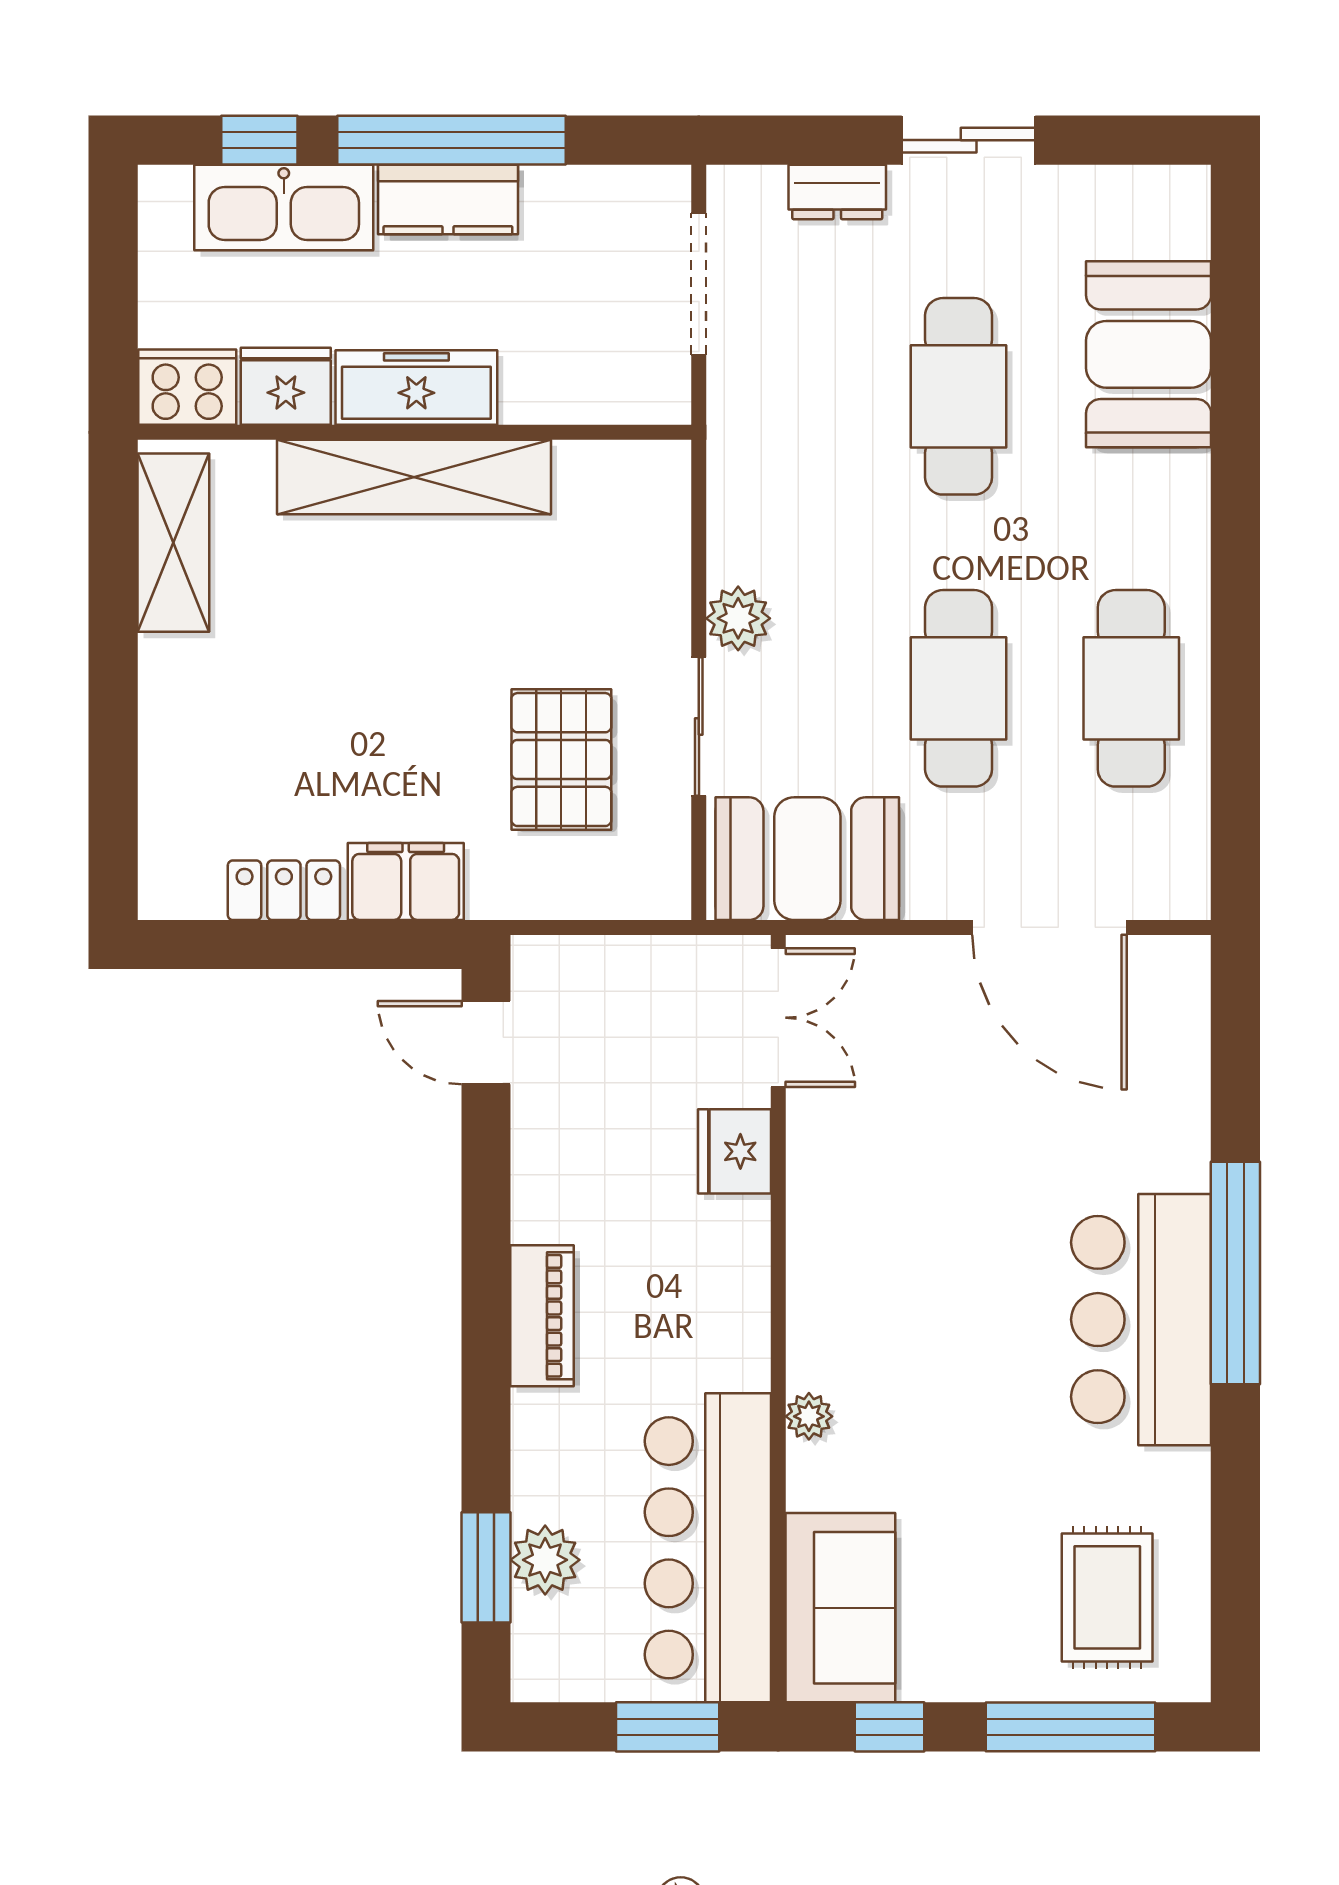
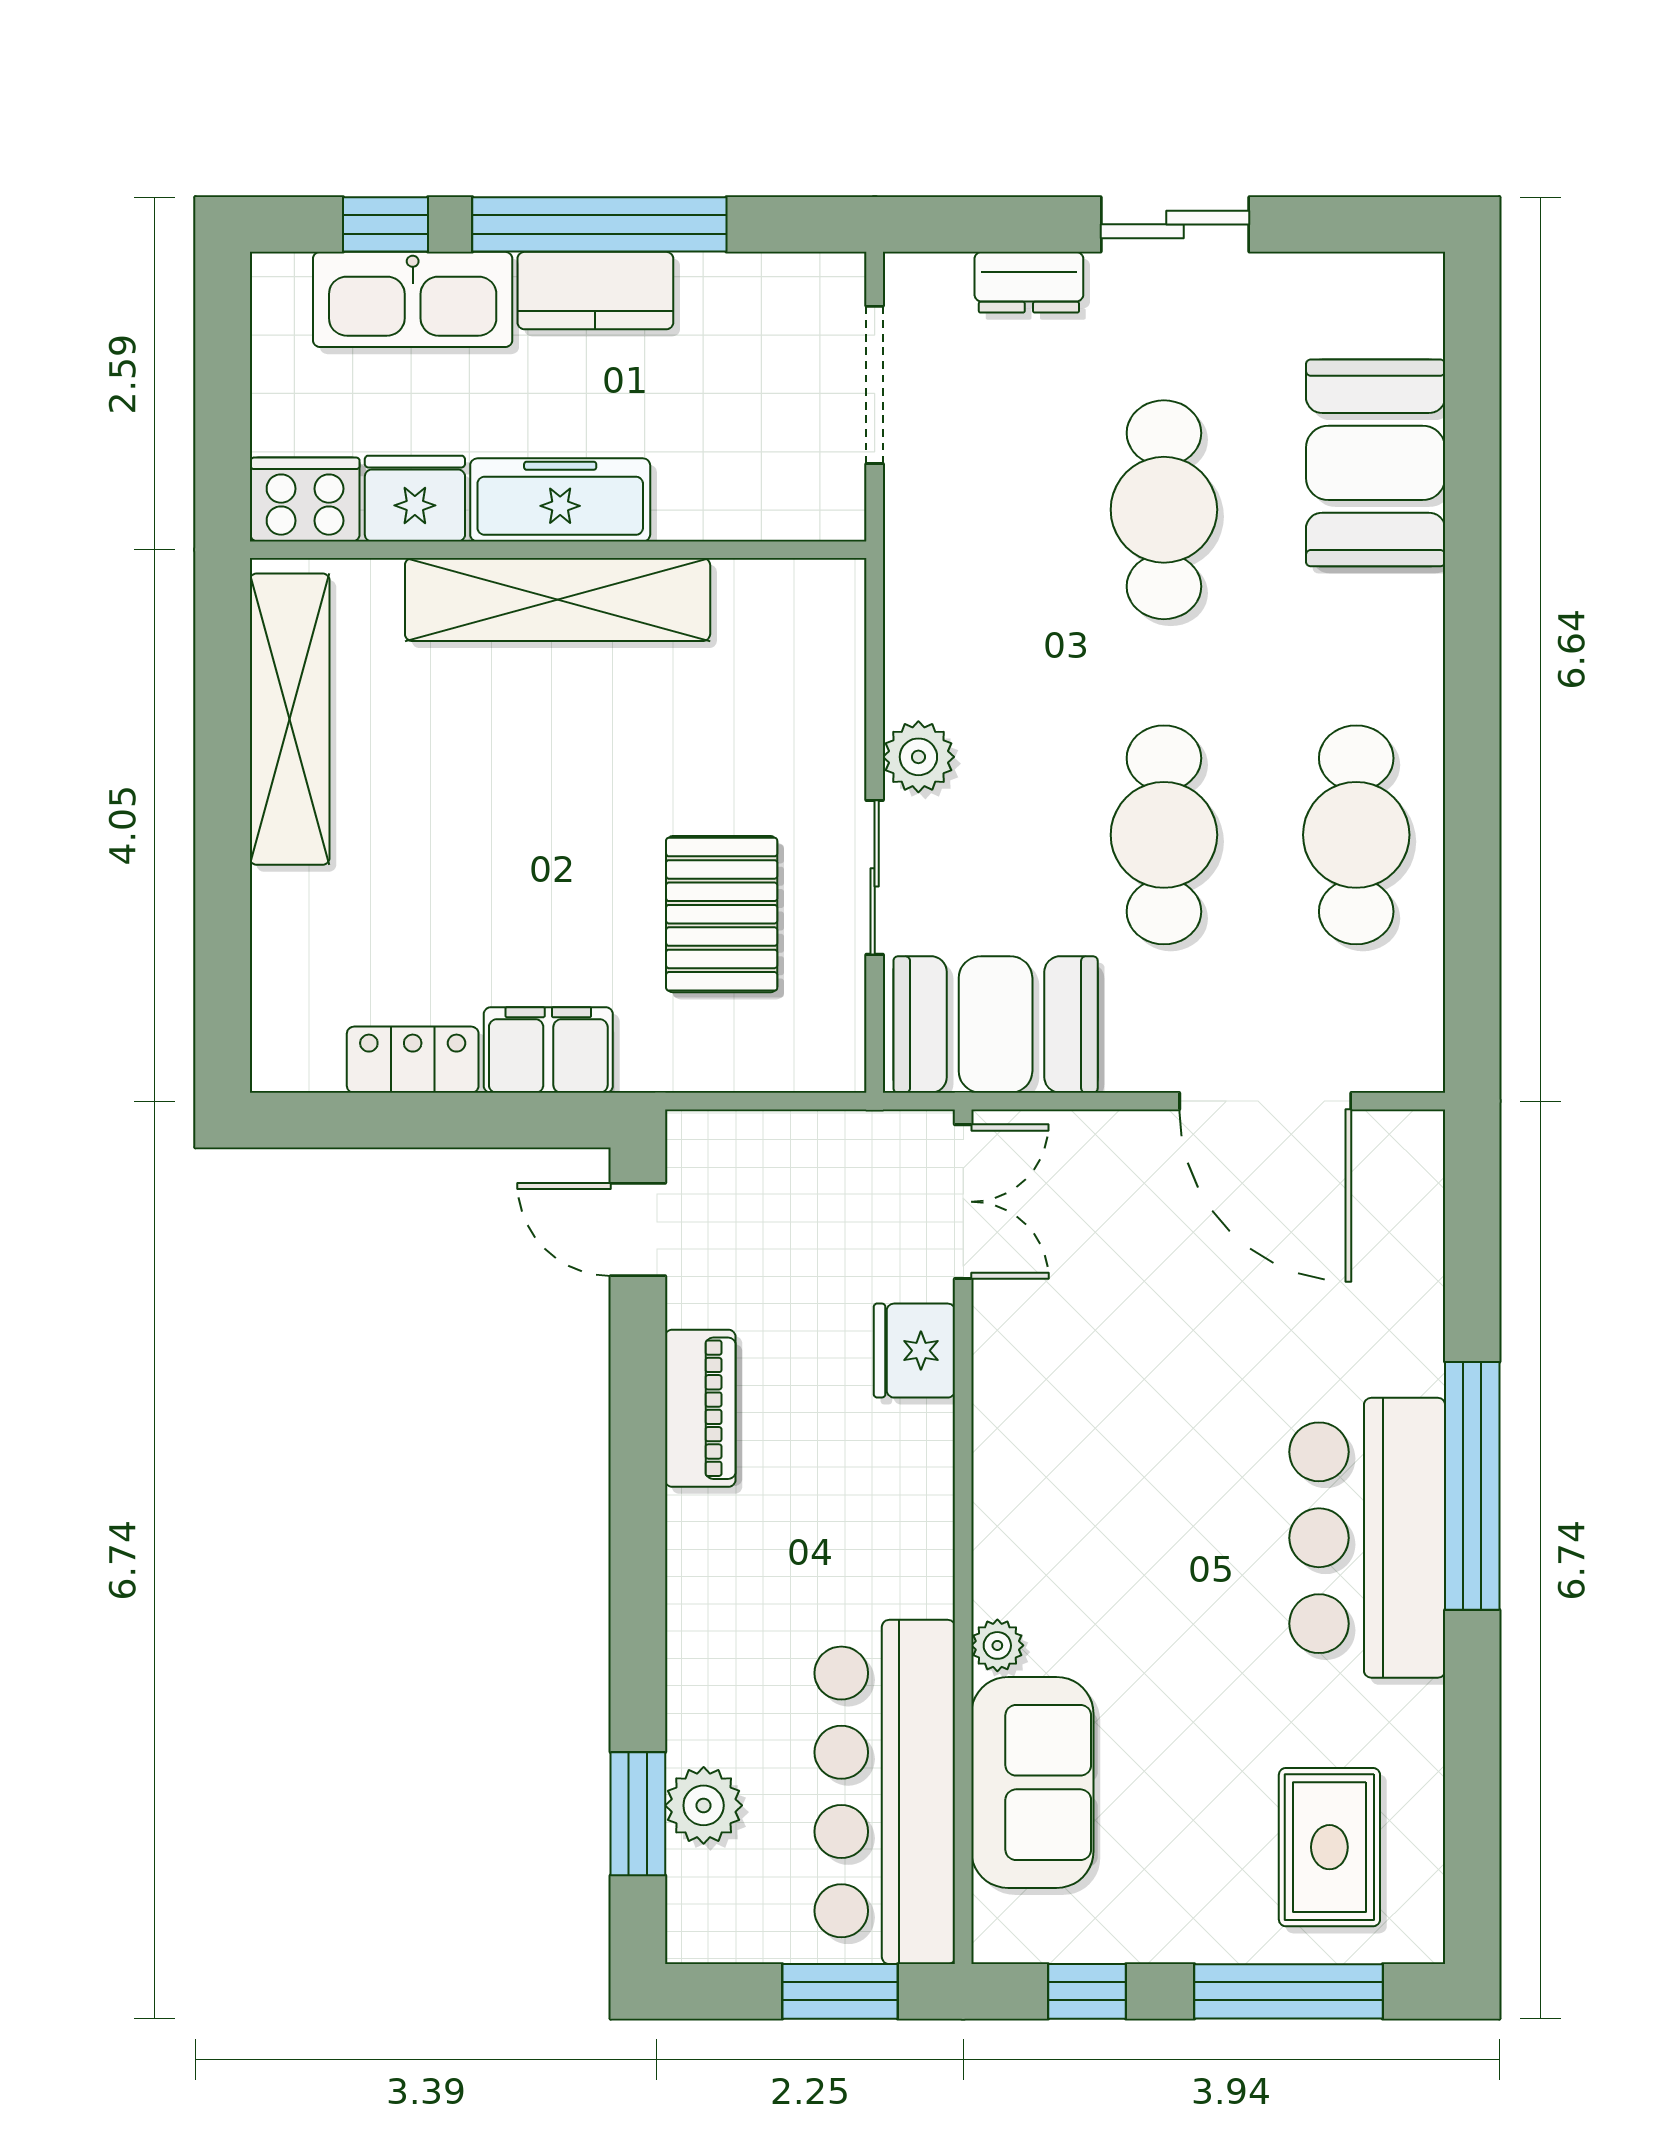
shelving: (173, 543) -> (290, 719), width x1.47
piano: (542, 1316) -> (700, 1408), moved
sofa: (840, 1608) -> (1032, 1782), moved

